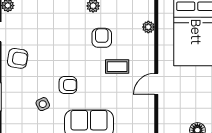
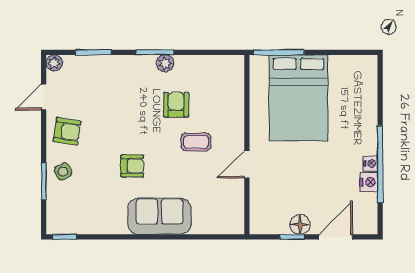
plant: (148, 27) -> (236, 91), removed
side table: (43, 104) -> (63, 171), moved

